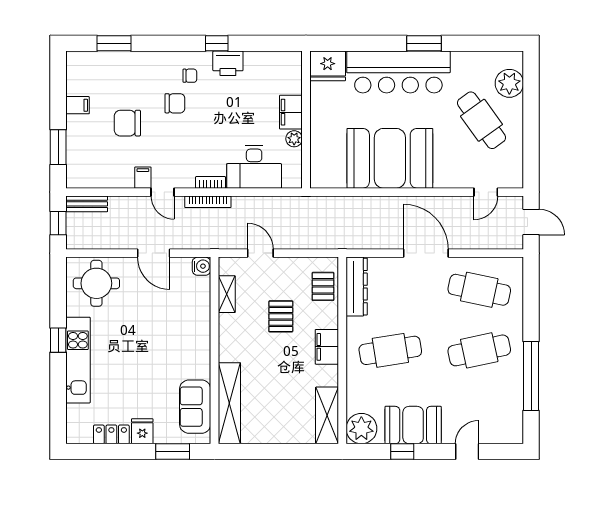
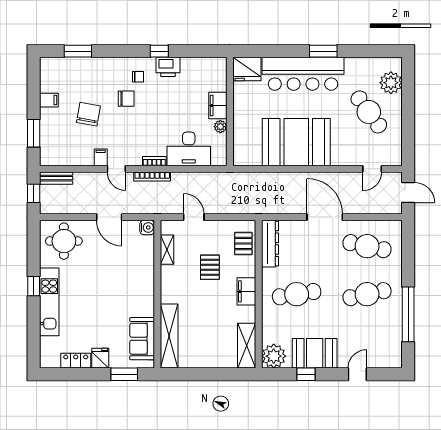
chair: (127, 123) -> (88, 114), turned 100

